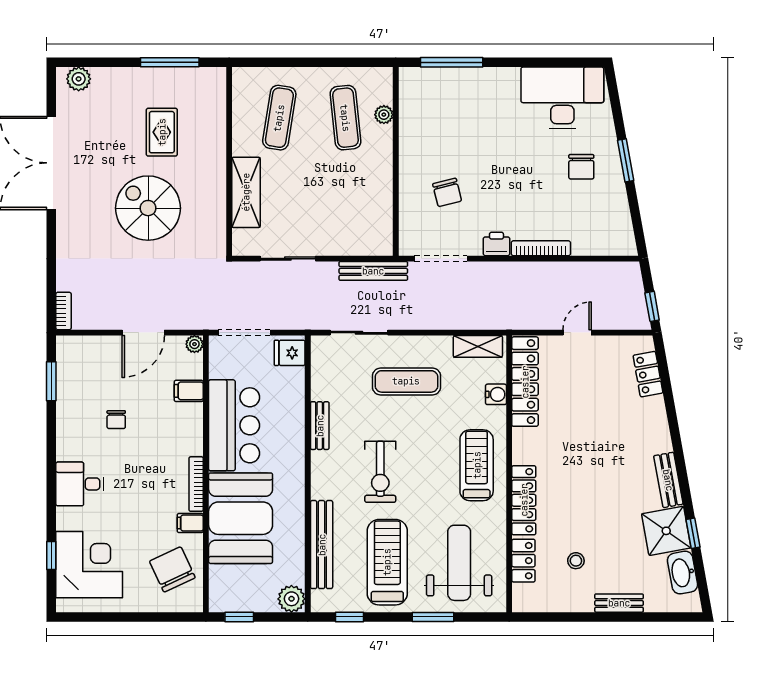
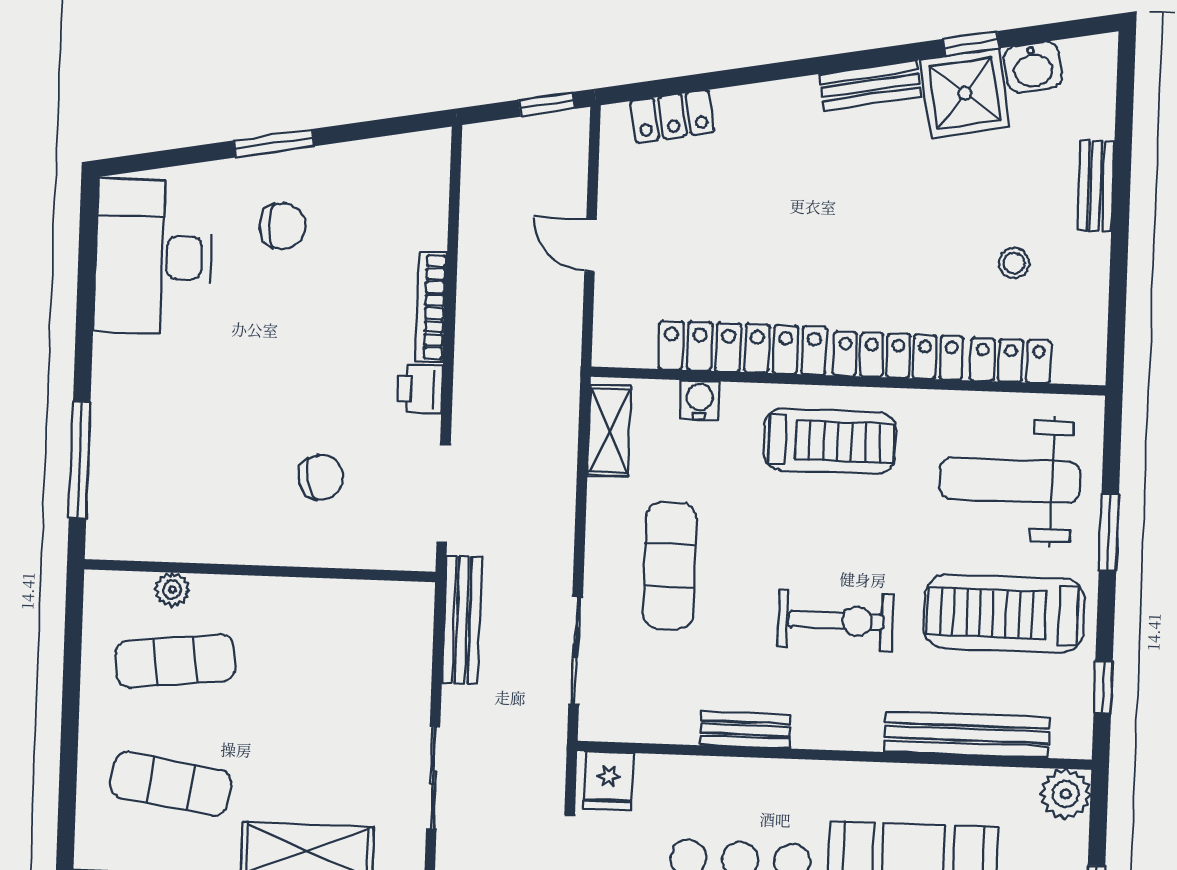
locker: (525, 382) -> (743, 348), moved
treadmill: (477, 465) -> (830, 441), turned 180
washbasin: (683, 573) -> (1033, 67), width x0.72

